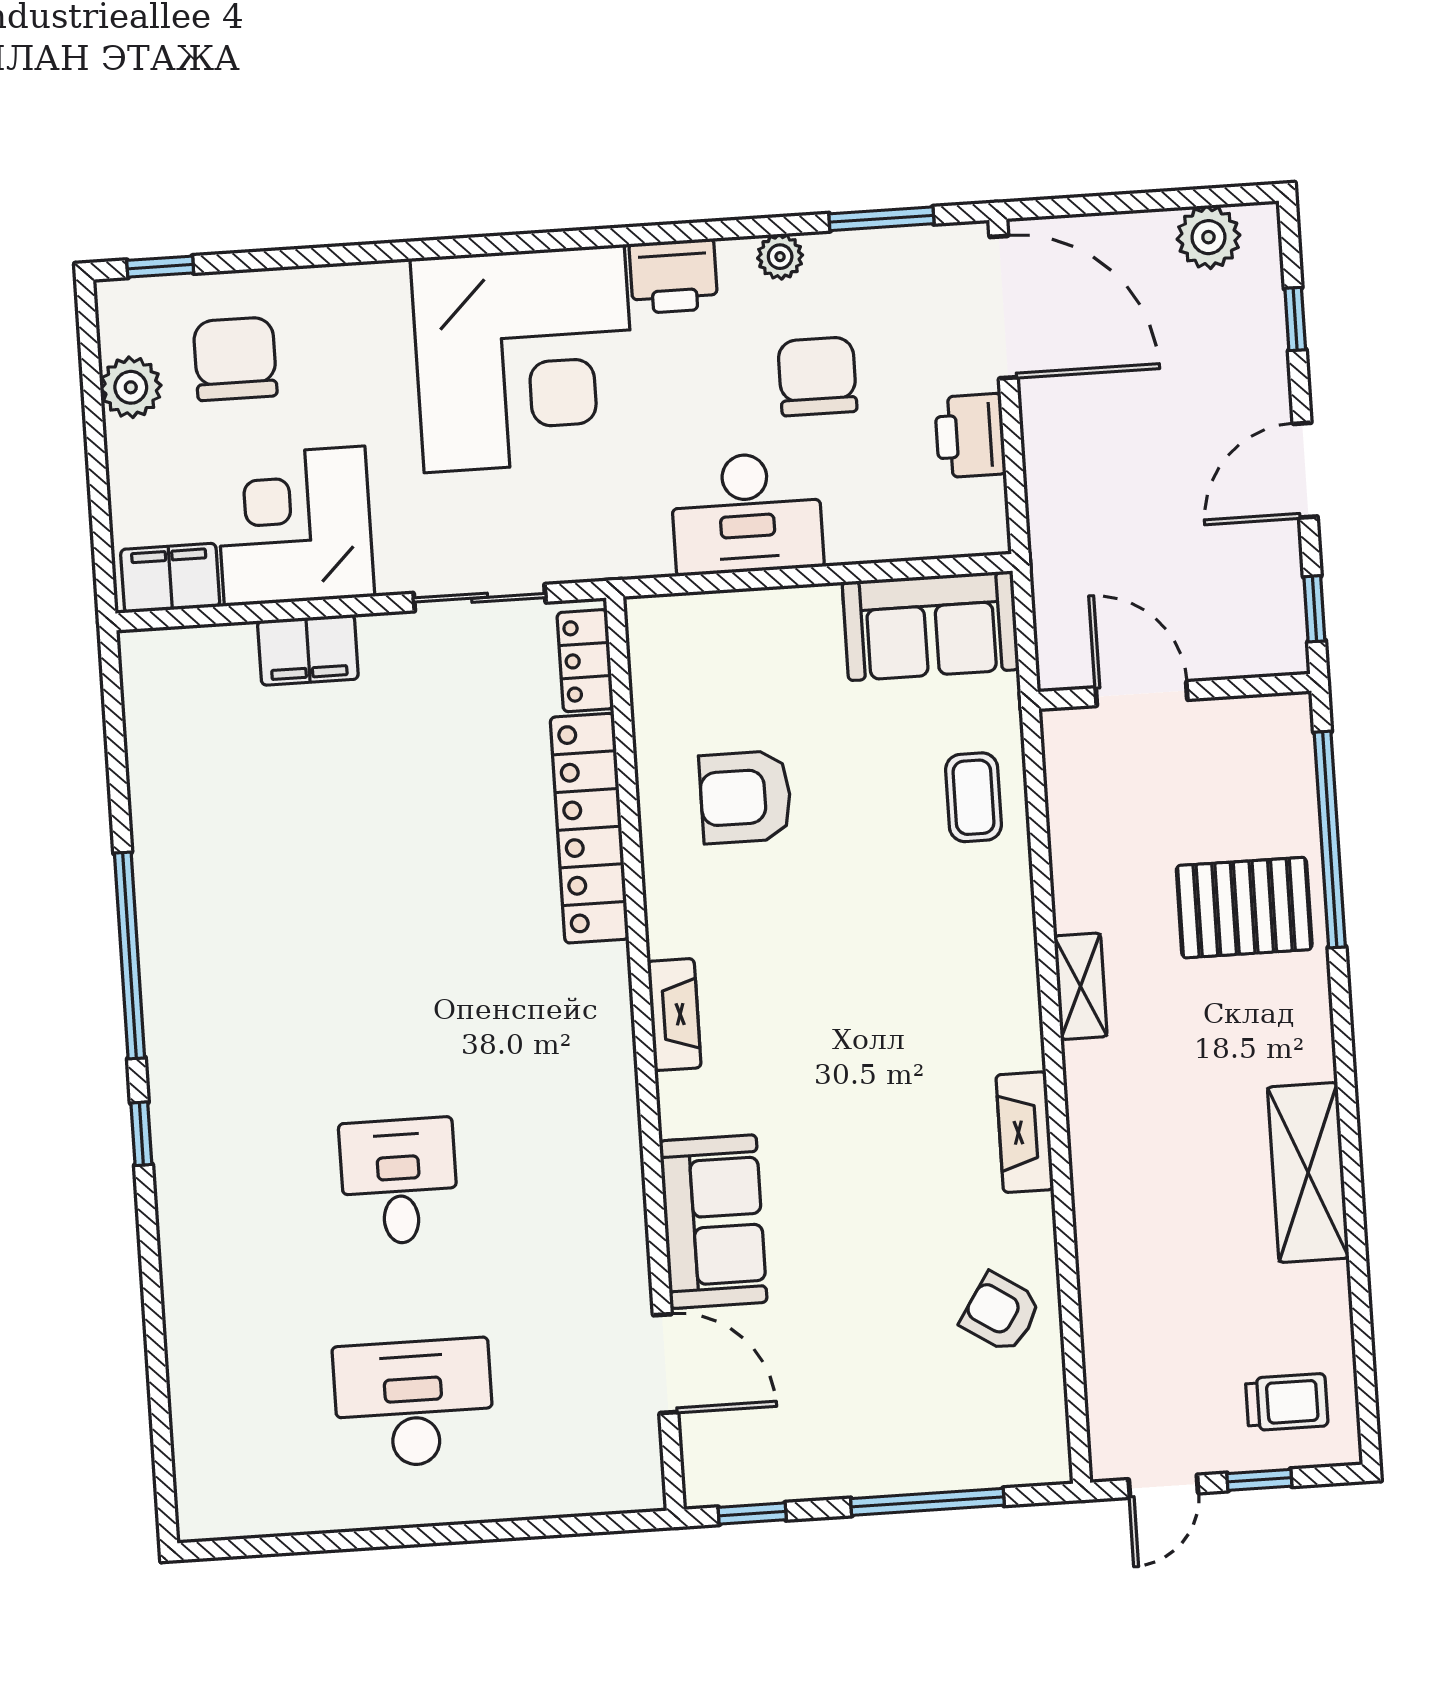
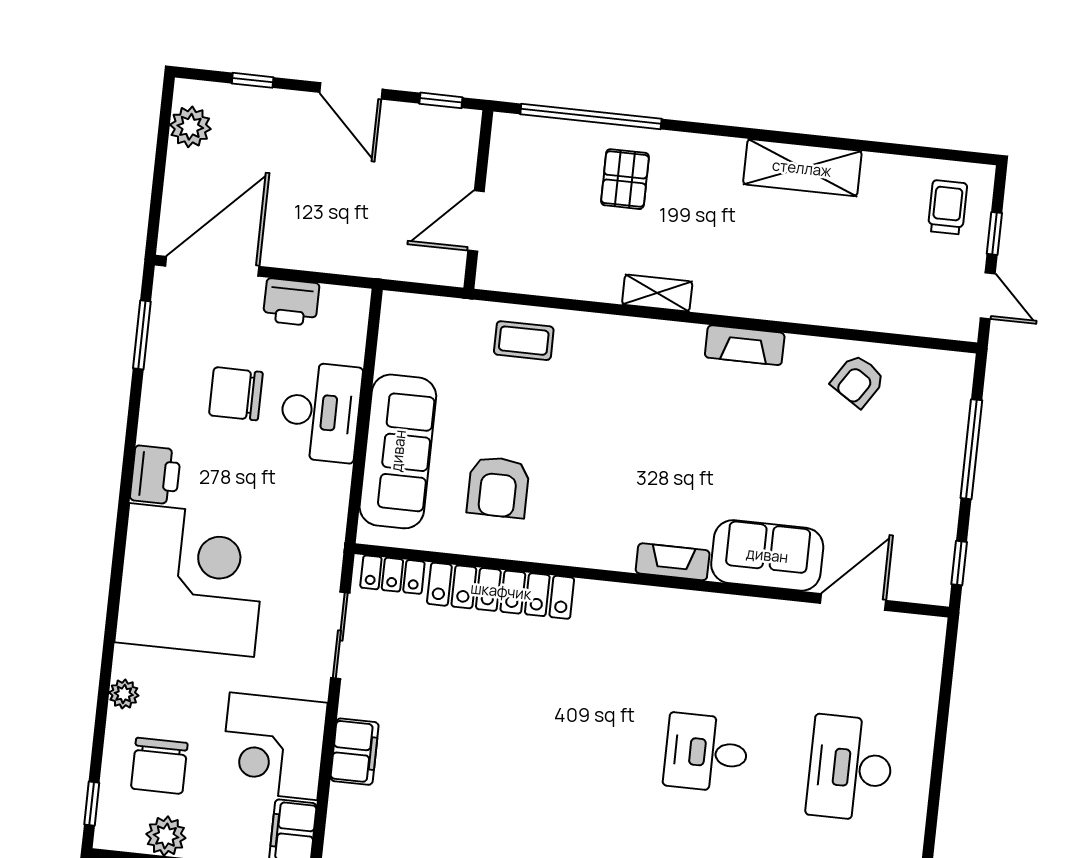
plant: (780, 257) -> (124, 694), moved
chair: (235, 359) -> (159, 766), turned -90
desk: (747, 513) -> (320, 412), moved
sofa: (931, 626) -> (398, 451), moved, width x1.36
pallet: (1244, 908) -> (625, 179), width x0.67, depth x0.71
fireplace: (674, 1015) -> (673, 562), moved

